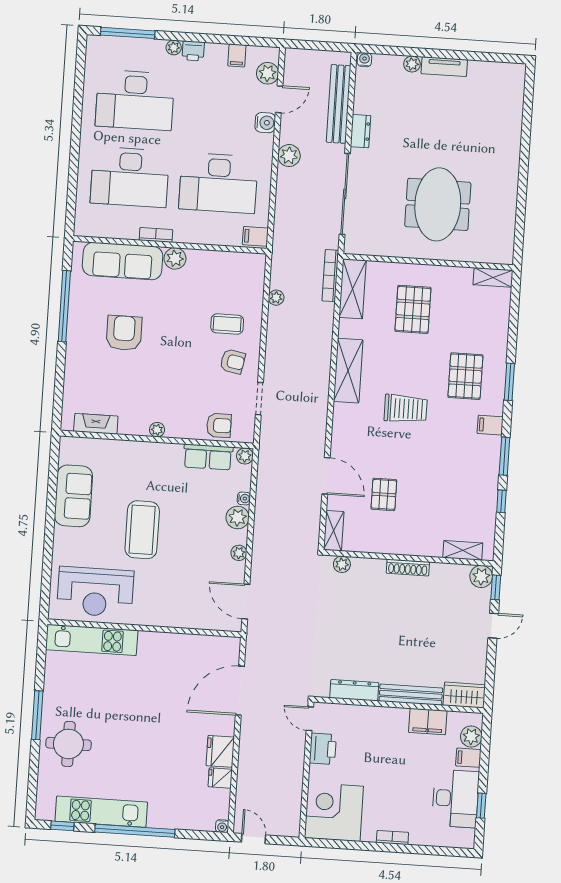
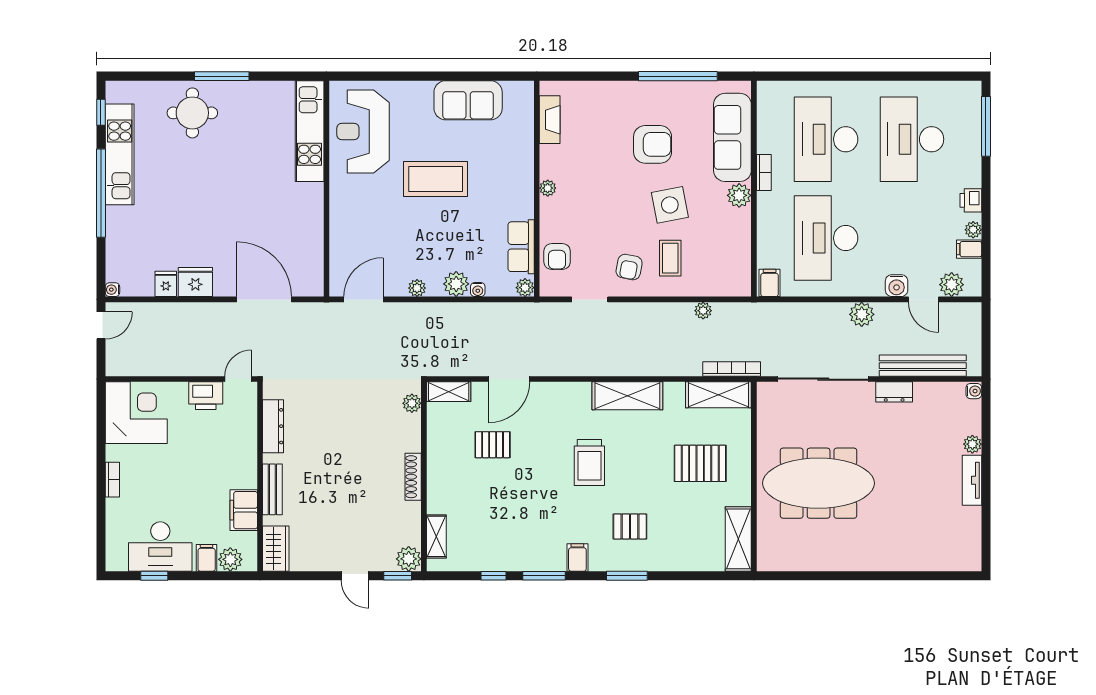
plant: (174, 48) -> (973, 230), moved
meeting table: (438, 204) -> (819, 483), width x1.36
shelving: (493, 277) -> (738, 539), width x1.50, depth x1.33
side table: (179, 321) -> (670, 205), added
pallet: (465, 376) -> (630, 526), width x0.67, depth x0.71
bench: (411, 695) -> (272, 489), width x0.73

